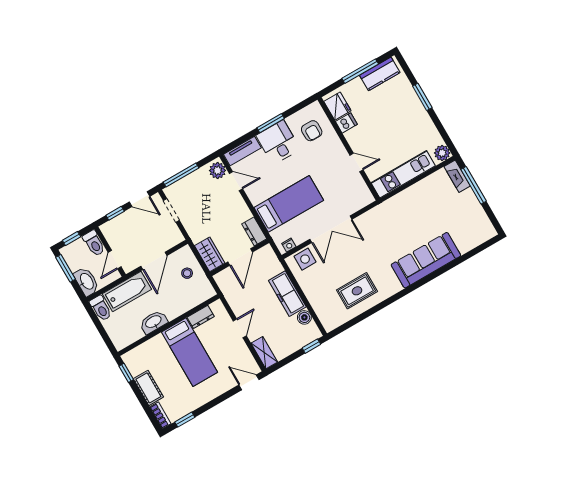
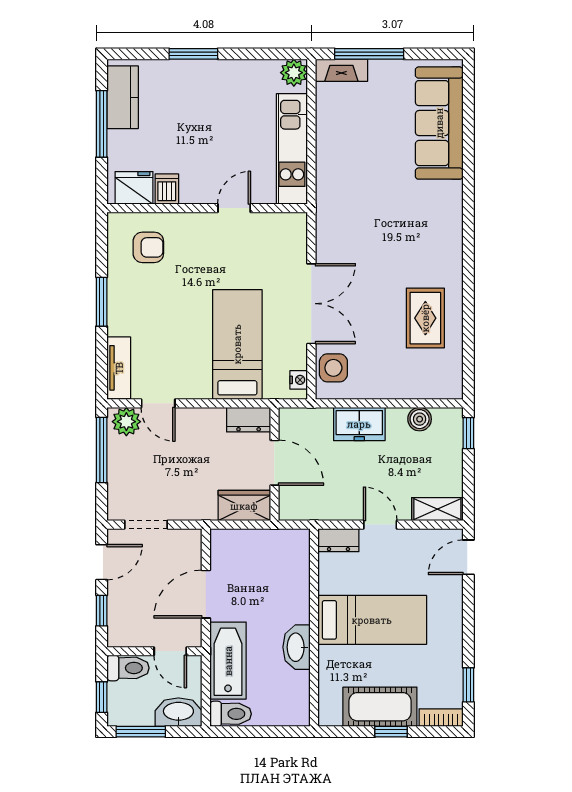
desk: (278, 142) -> (137, 307), removed
window: (181, 175) -> (102, 450), moved
door: (236, 181) -> (158, 403), swing flipped
sofa: (426, 260) -> (439, 123), moved
door: (154, 261) -> (206, 594), swing flipped
stool: (187, 273) -> (253, 555), removed
freezer: (287, 294) -> (359, 424), width x0.71
dresser: (201, 317) -> (338, 540), moved, turned 90
window: (126, 373) -> (391, 732), moved
cot: (148, 388) -> (380, 707), width x1.37, depth x1.34

